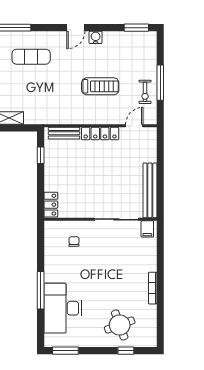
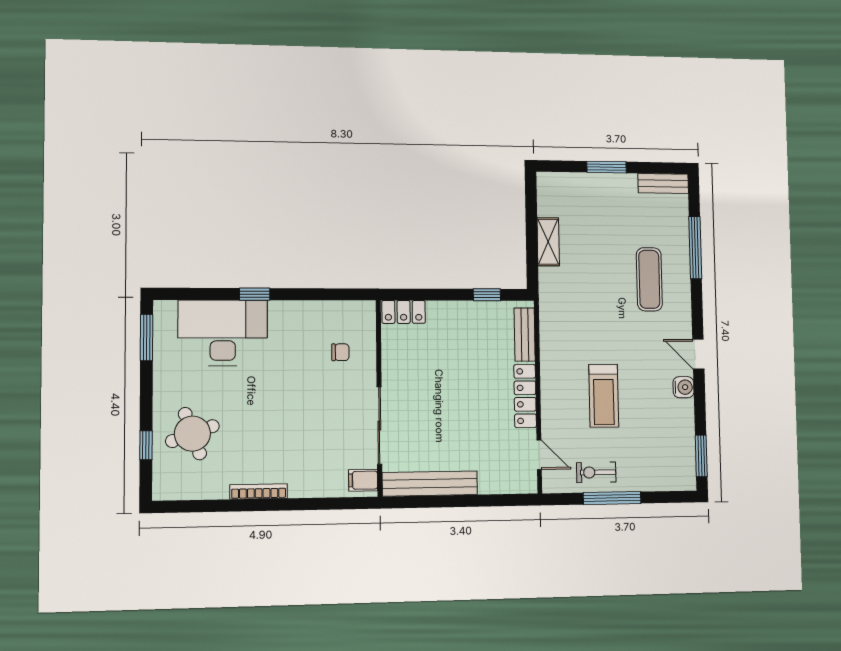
window: (41, 290) -> (255, 294), width x0.46

